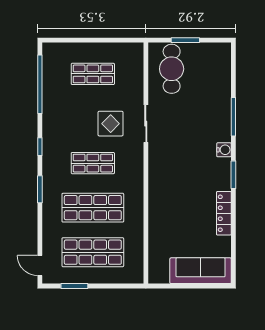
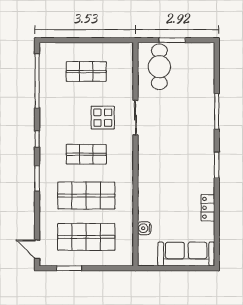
water cooler: (224, 150) -> (144, 228), moved, turned 180
locker: (224, 213) -> (208, 208), width x0.66

